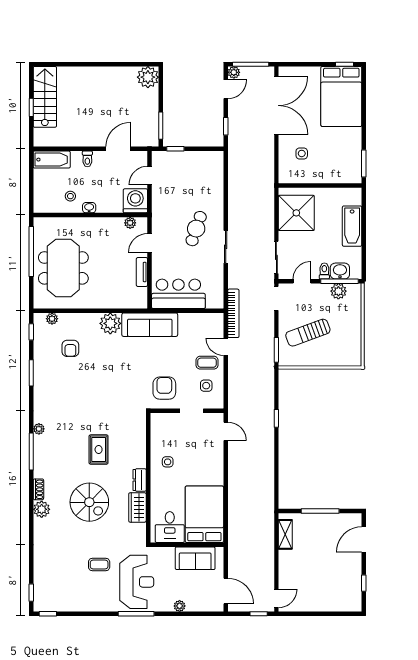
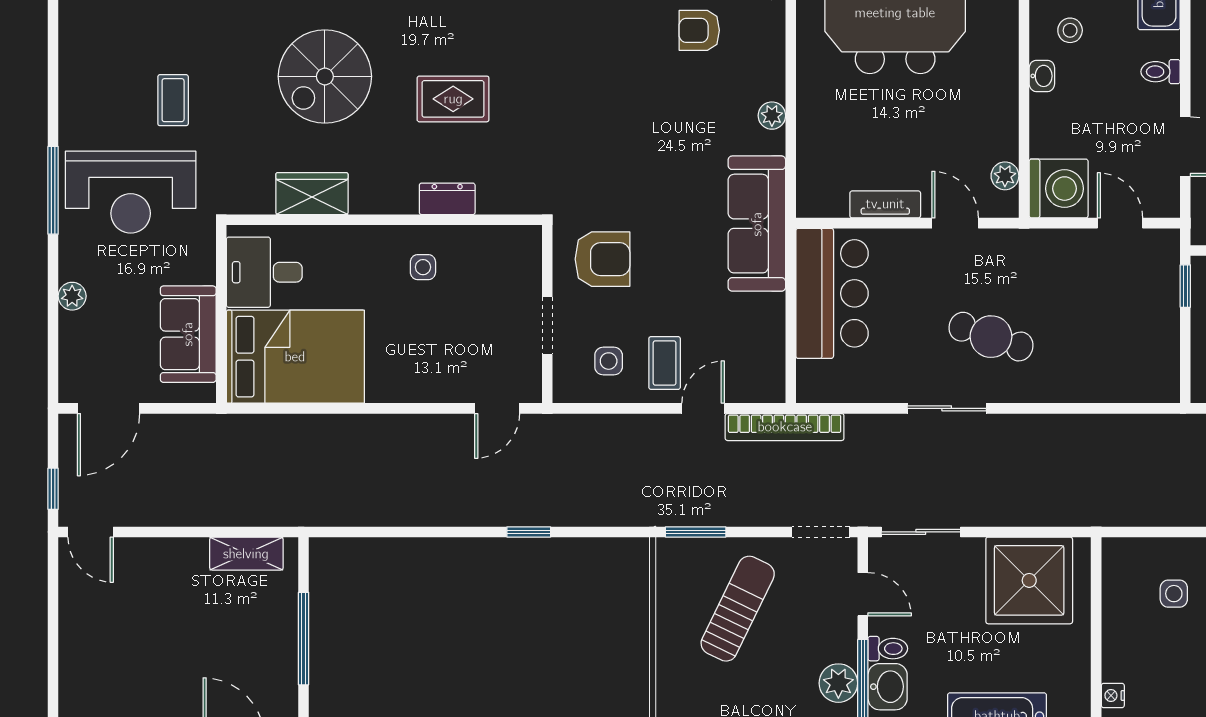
nightstand: (344, 179) -> (1113, 695), added
plant: (110, 323) -> (772, 116), width x0.53, depth x0.53
sun lounger: (308, 333) -> (738, 609), turned 46
dresser: (140, 480) -> (447, 199), moved

